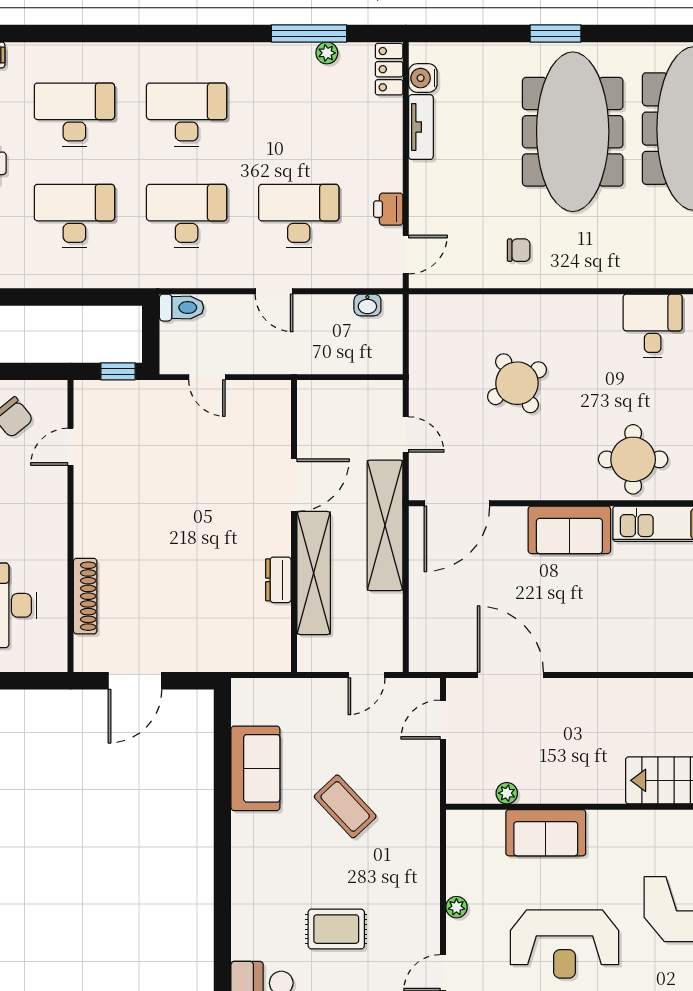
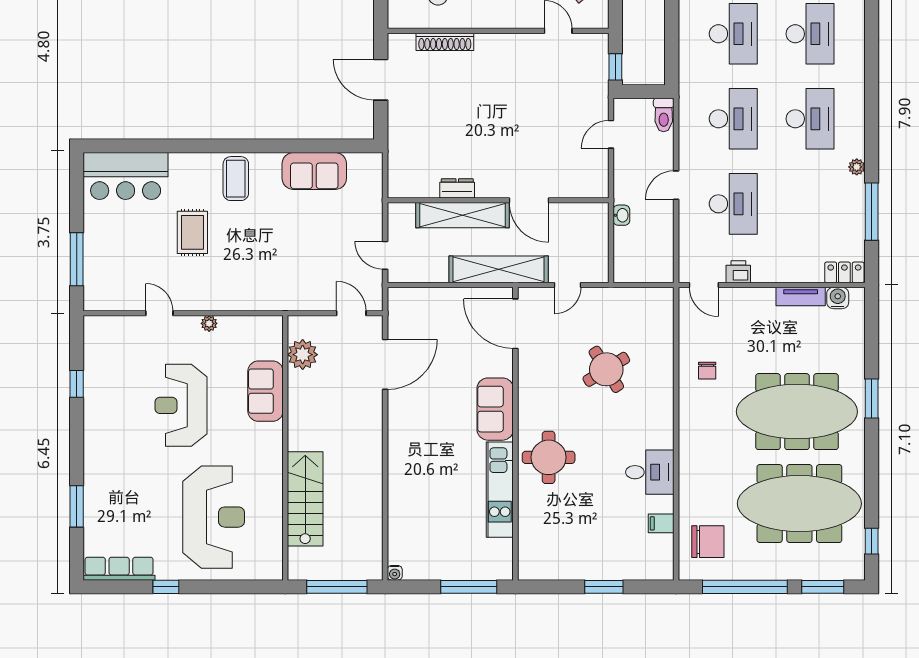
plant: (327, 53) -> (857, 167), moved
washbasin: (367, 305) -> (621, 215), moved, turned 180
plant: (507, 793) -> (303, 355), width x1.88, depth x1.88
coffee table: (345, 806) -> (236, 179), moved, turned -47

